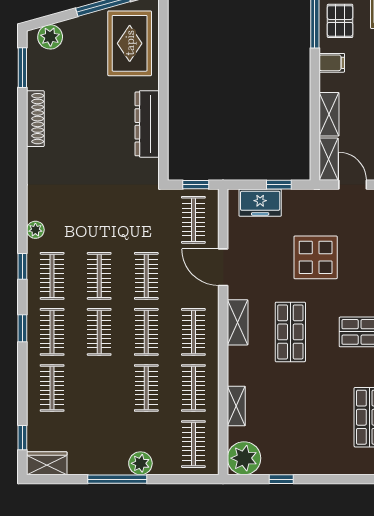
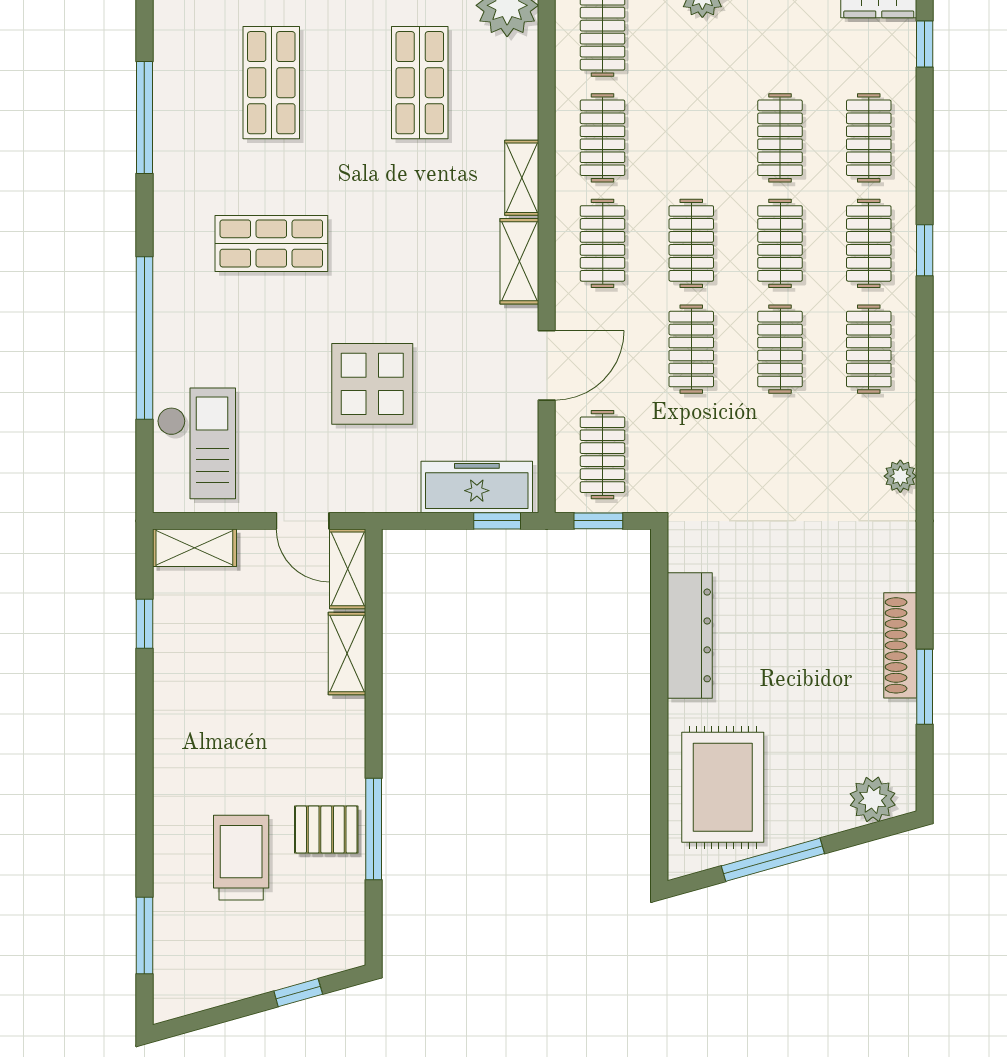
pallet: (340, 21) -> (326, 829), turned 90
filing cabinet: (332, 63) -> (342, 751), removed
window: (22, 68) -> (925, 687), moved
window: (279, 185) -> (497, 521), moved
freezer: (260, 203) -> (477, 487), width x1.40
plant: (35, 230) -> (900, 476), moved
window: (22, 266) -> (925, 367), removed
door: (223, 267) -> (547, 365), hinge flipped
shop shelf: (290, 332) -> (420, 83), moved
clothes rail: (146, 388) -> (780, 138), moved
shelving: (236, 406) -> (522, 178), moved

